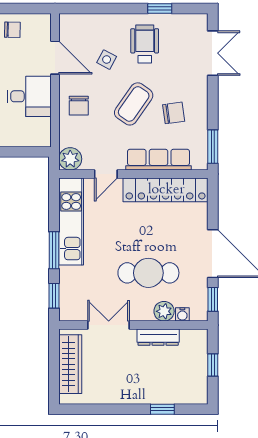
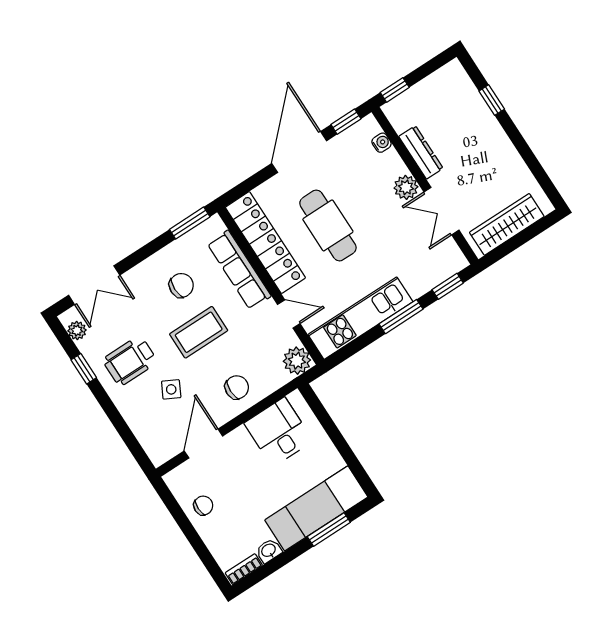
plant: (189, 21) -> (77, 330), added
chair: (12, 30) -> (203, 506), turned 89
double door: (213, 53) -> (94, 285), swing flipped
desk: (29, 96) -> (279, 432), moved
coffee table: (134, 104) -> (199, 332), turned -35
chair: (174, 113) -> (181, 285), turned 98
cafe table: (148, 273) -> (328, 225), moved
plant: (164, 311) -> (406, 187), moved
window: (213, 365) -> (395, 90), moved

